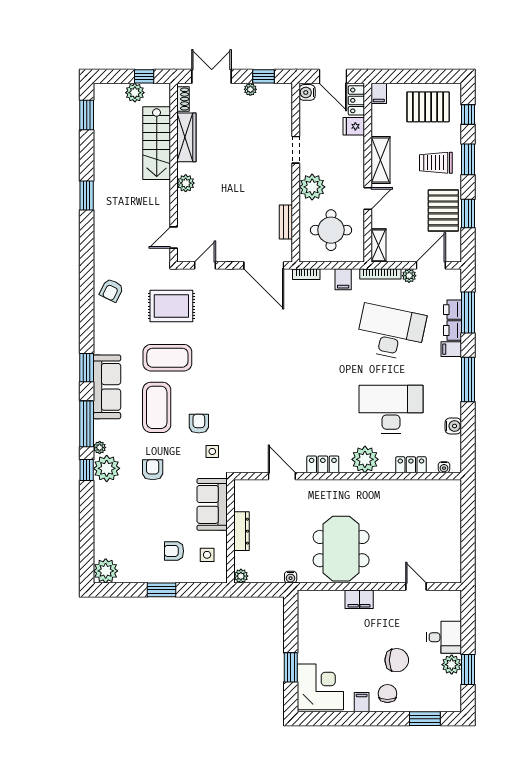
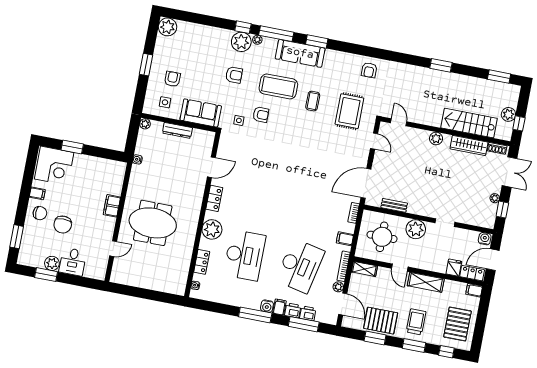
armchair: (111, 290) -> (369, 70), turned -116
coffee table: (167, 358) -> (313, 101), width x0.54, depth x0.58
water cooler: (453, 426) -> (267, 306), moved
meeting table: (341, 549) -> (153, 223), moved

